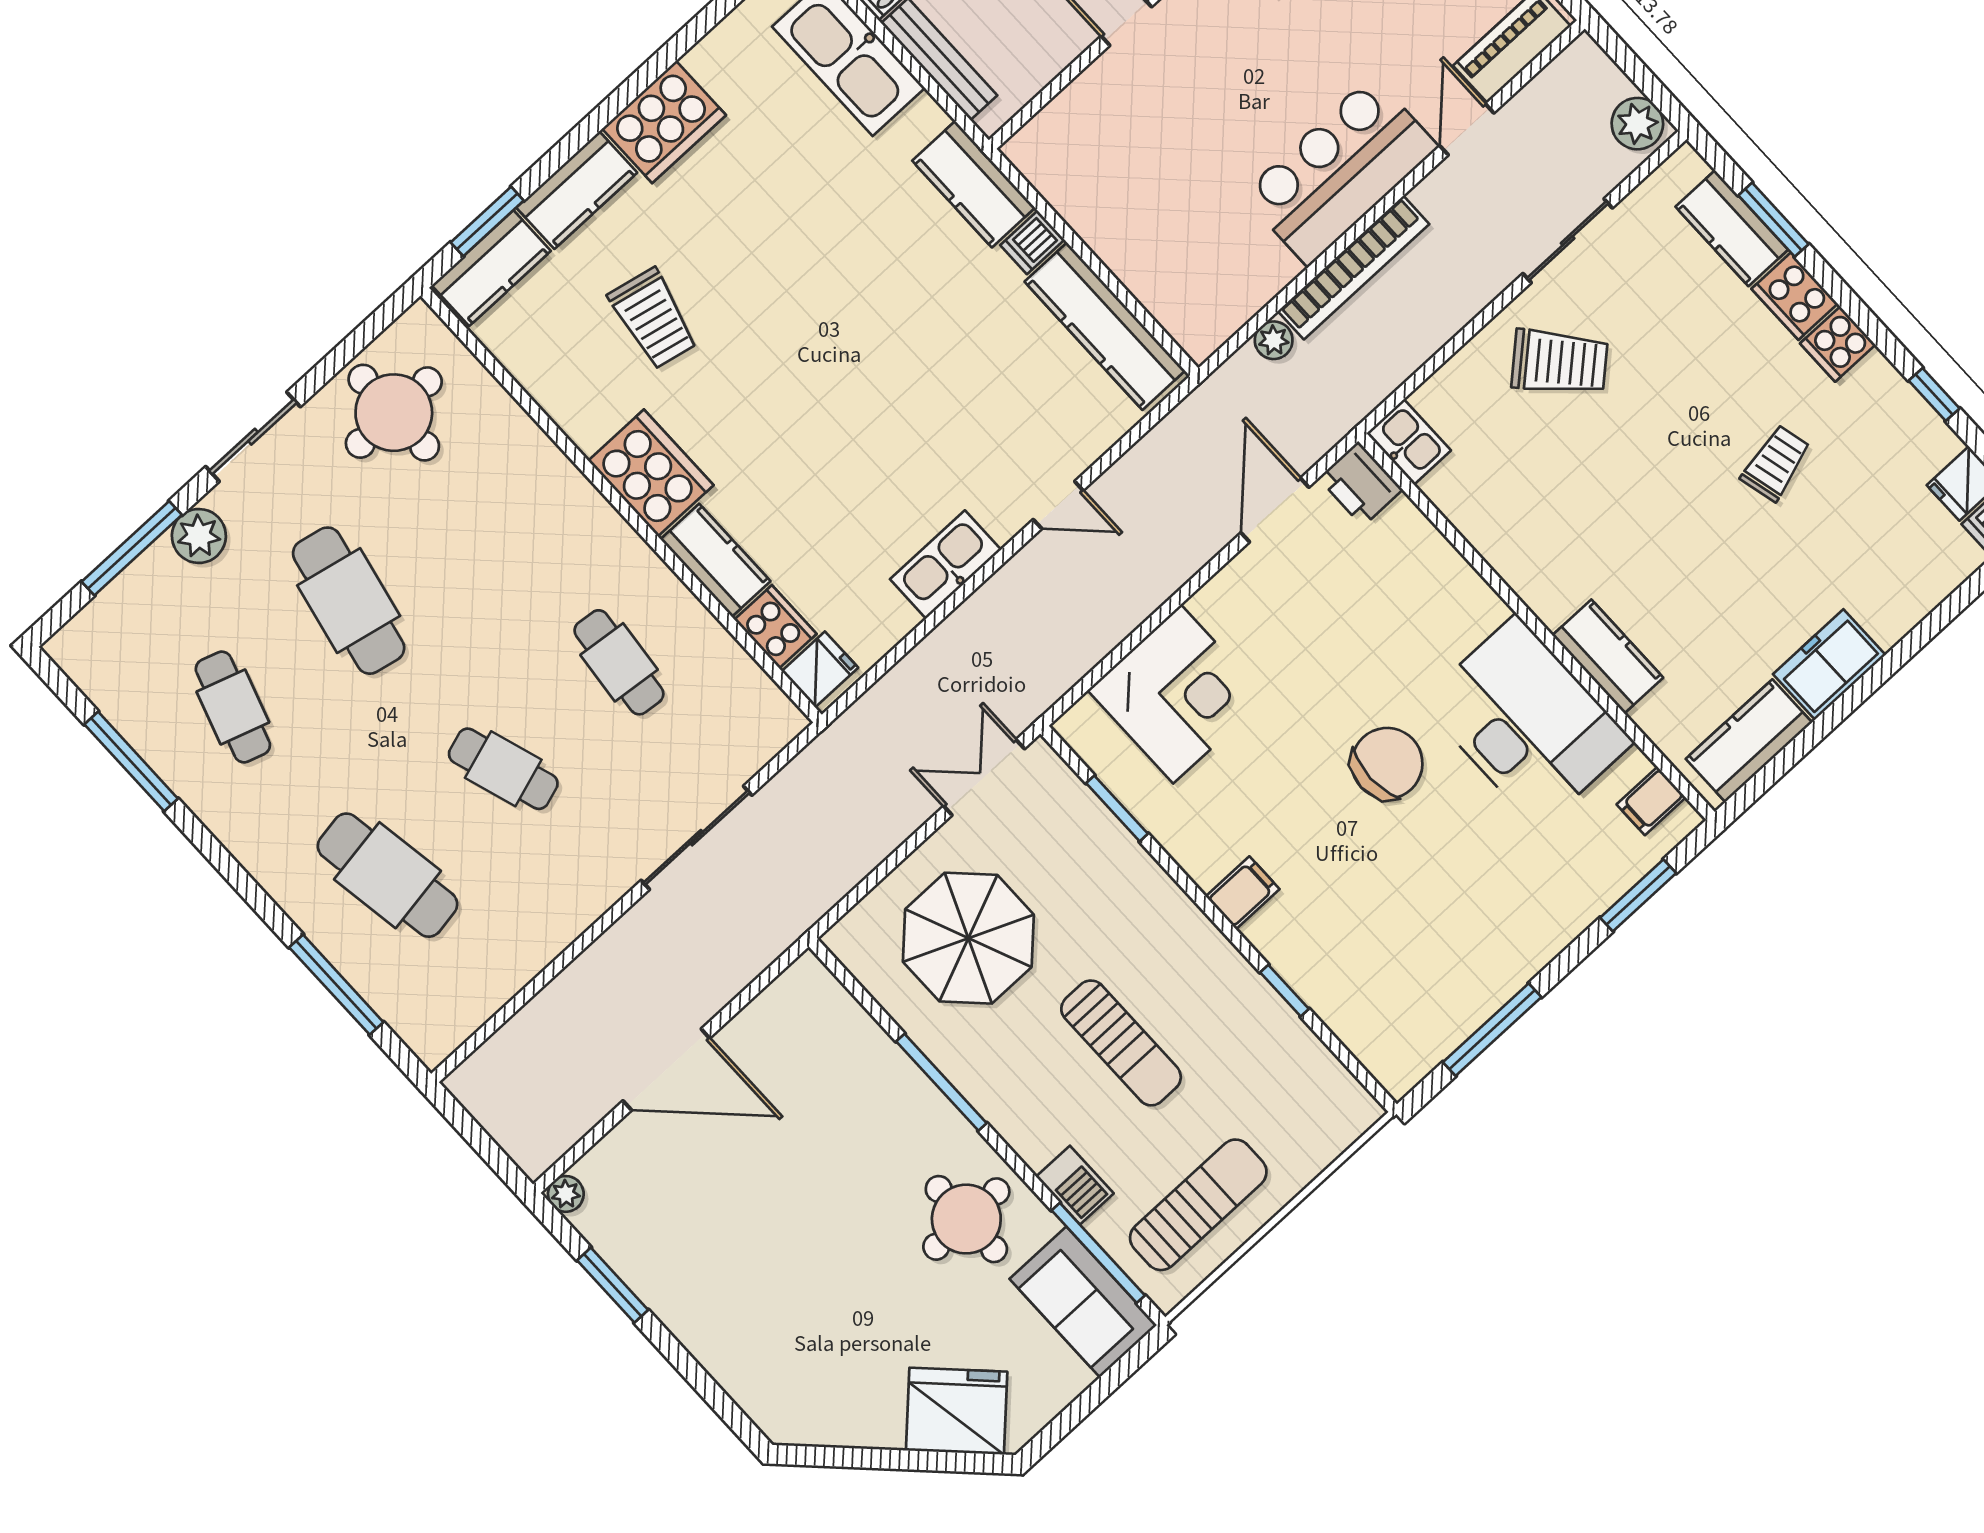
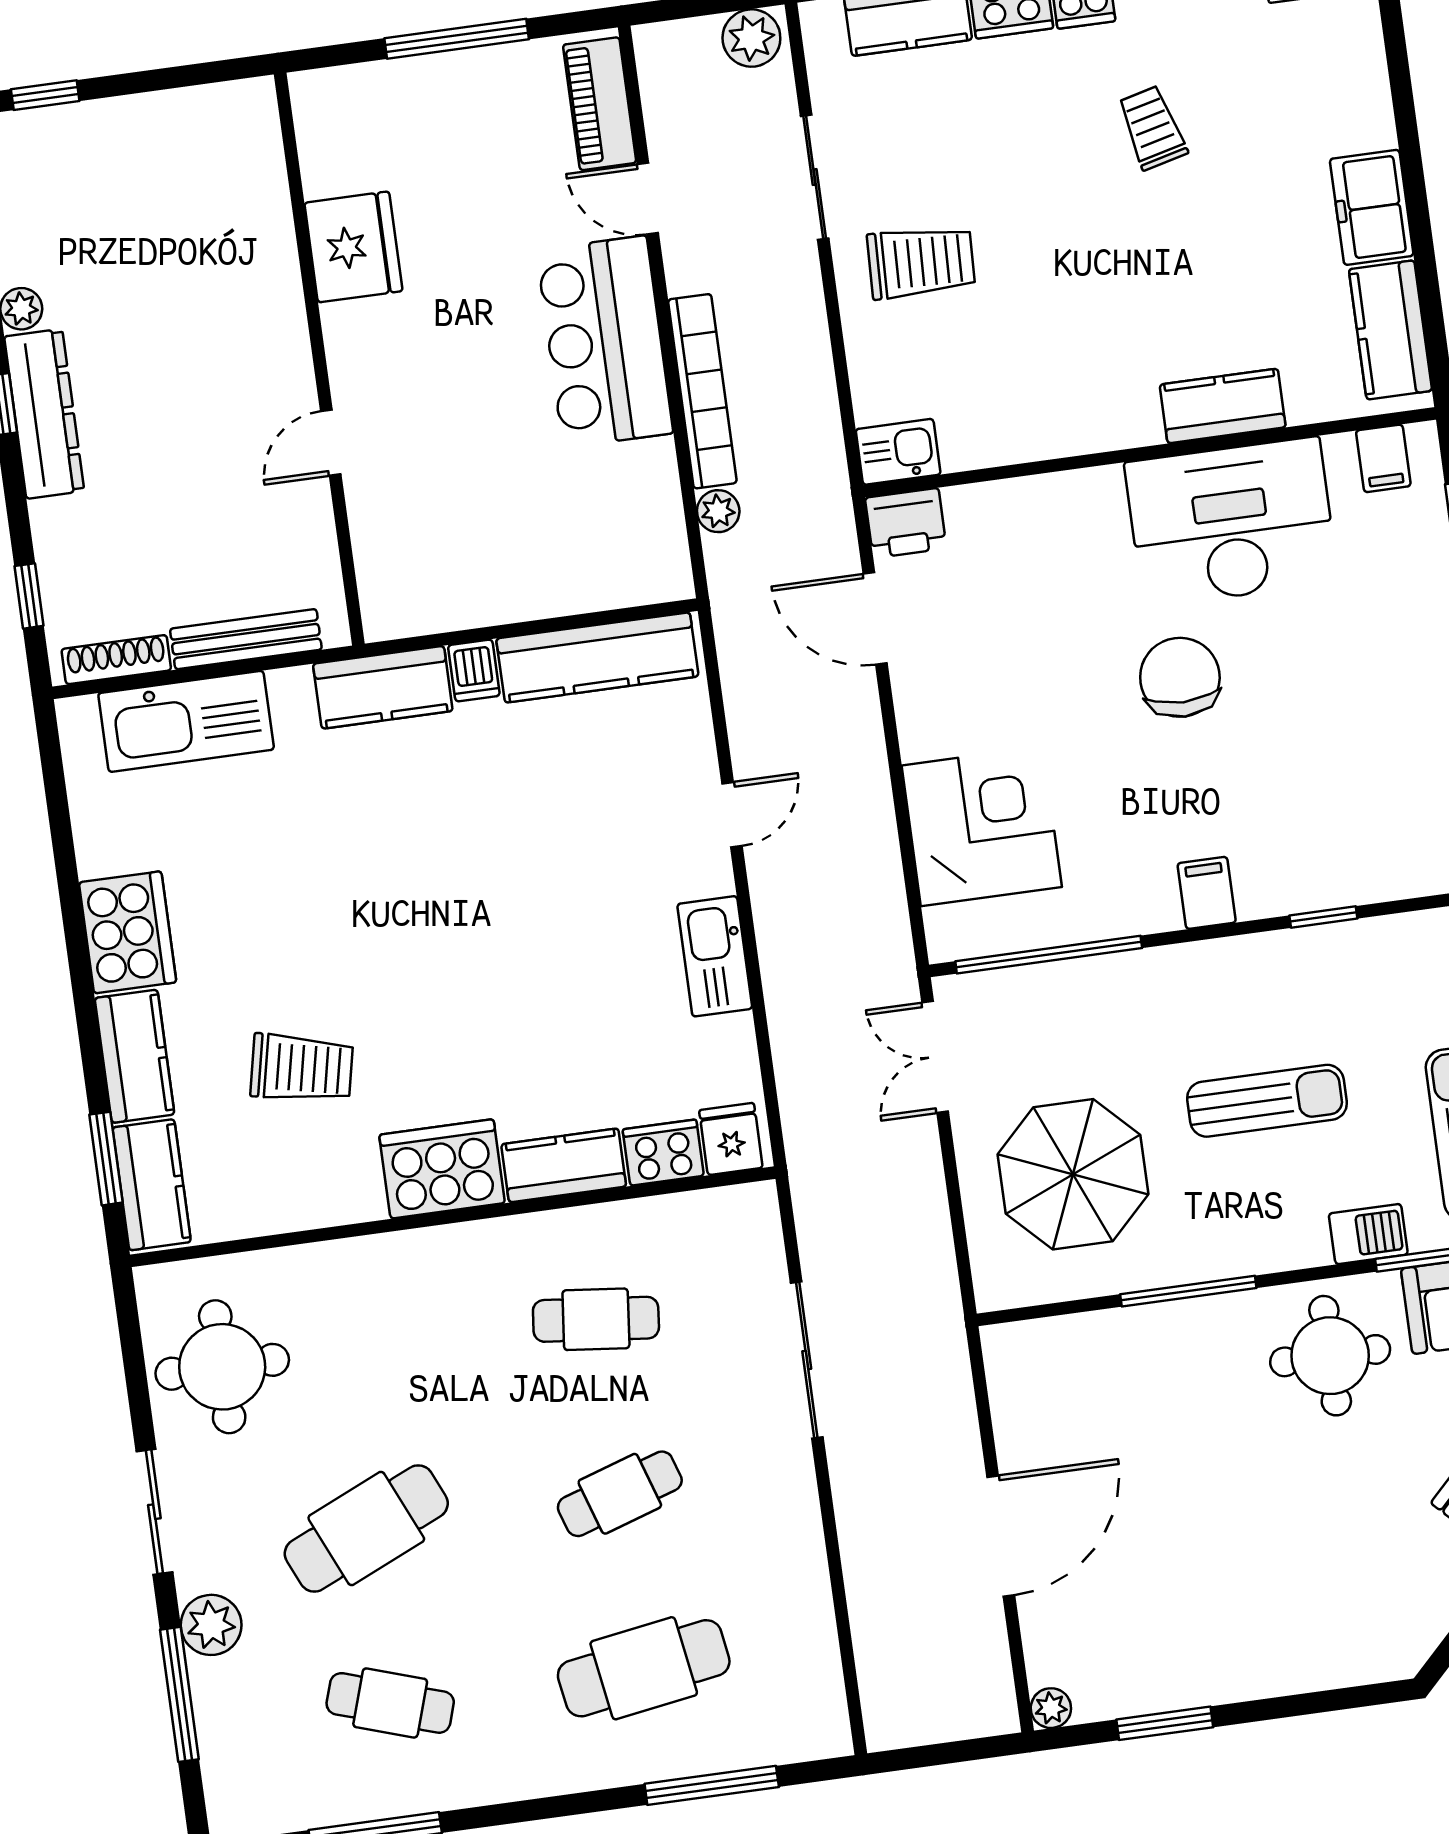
trolley: (1560, 362) -> (921, 262), turned 44
cafe table: (349, 601) -> (366, 1529), turned -36
window: (1117, 808) -> (1049, 955), width x2.11

